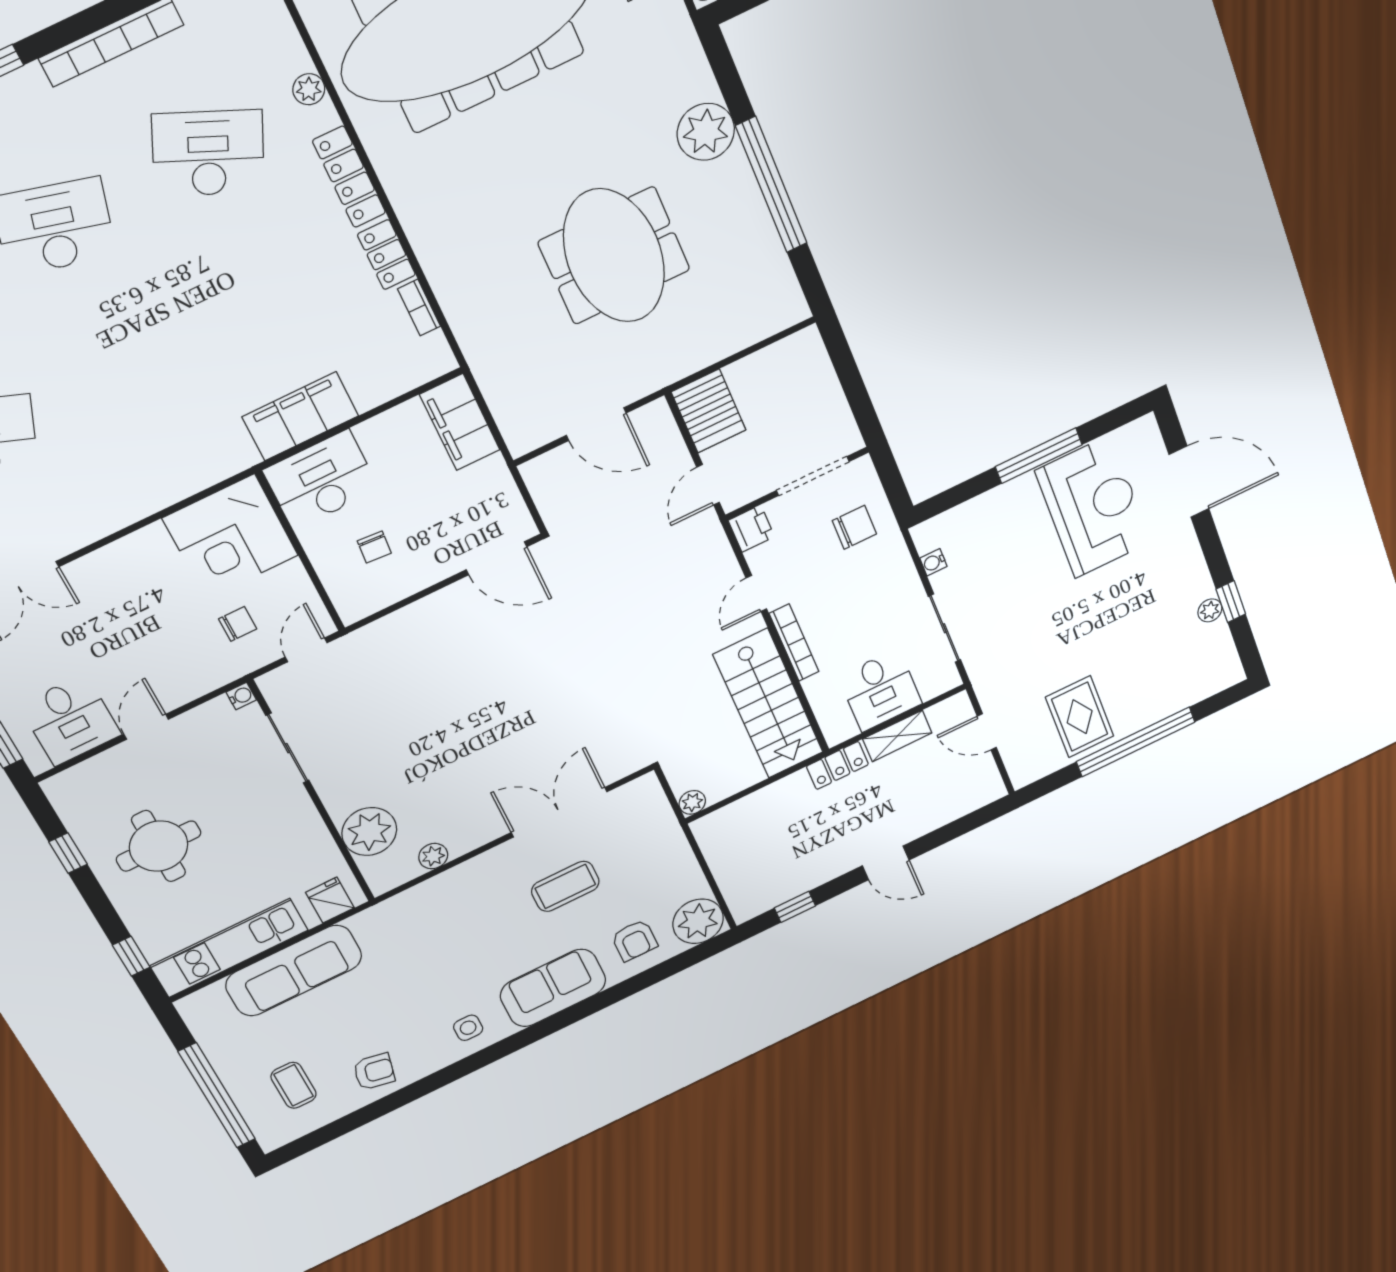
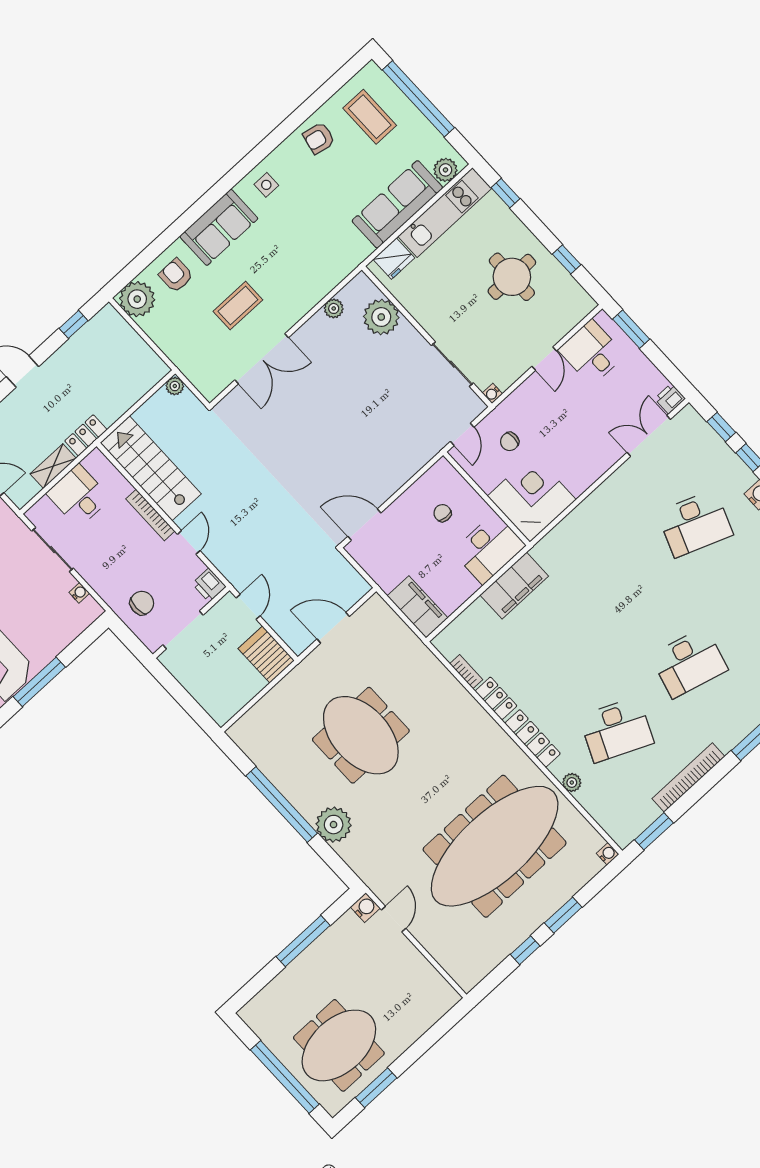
chair: (854, 527) -> (142, 603), turned 180
fridge: (330, 900) -> (394, 259), width x1.38
plant: (209, 1001) -> (445, 170), added
coffee table: (294, 1085) -> (370, 117), width x1.36, depth x1.30

